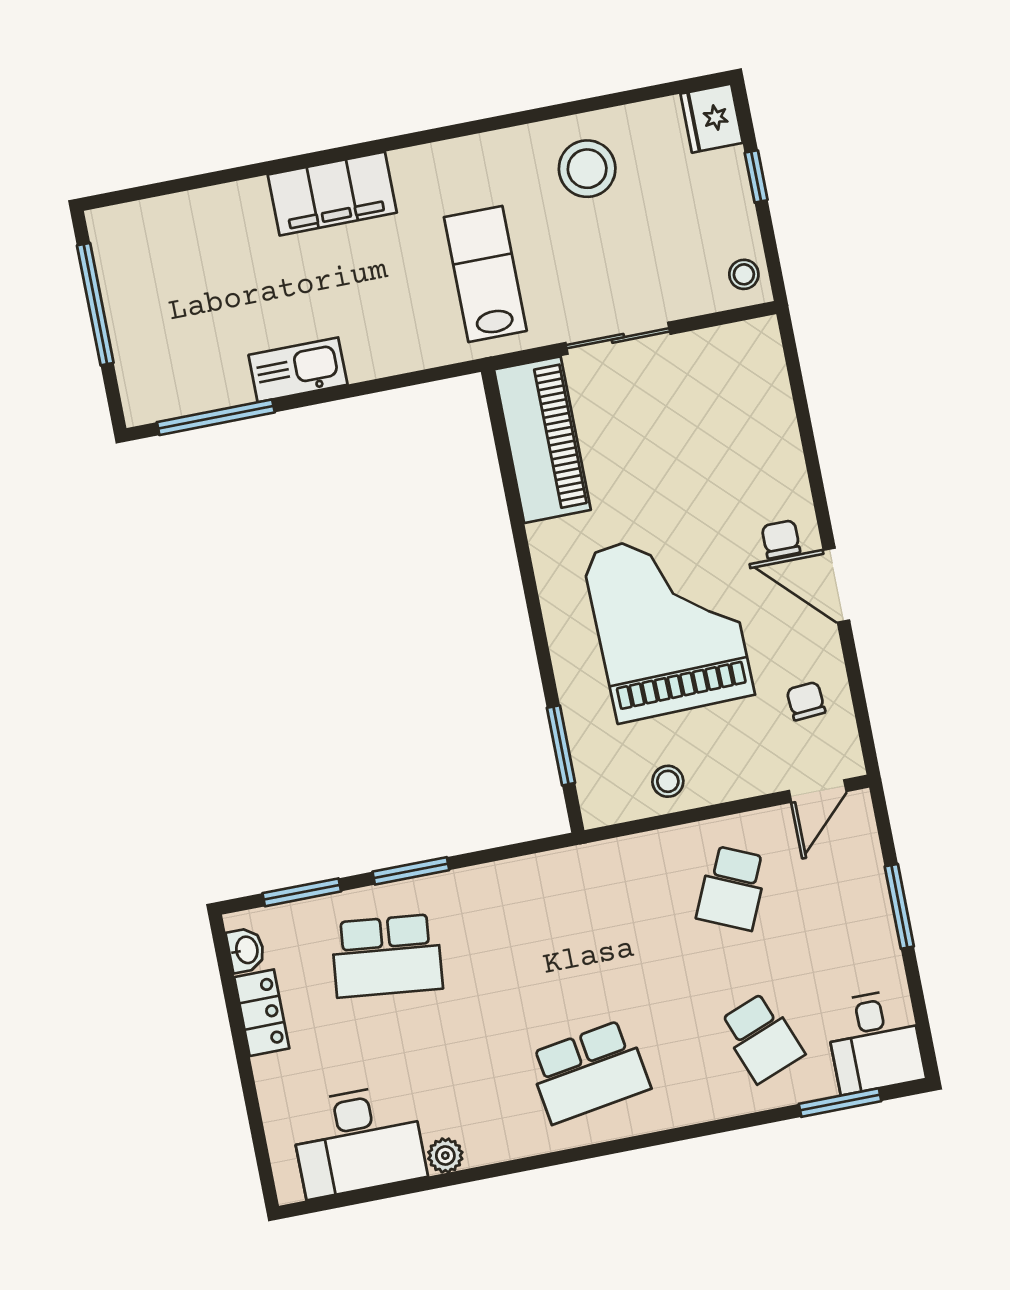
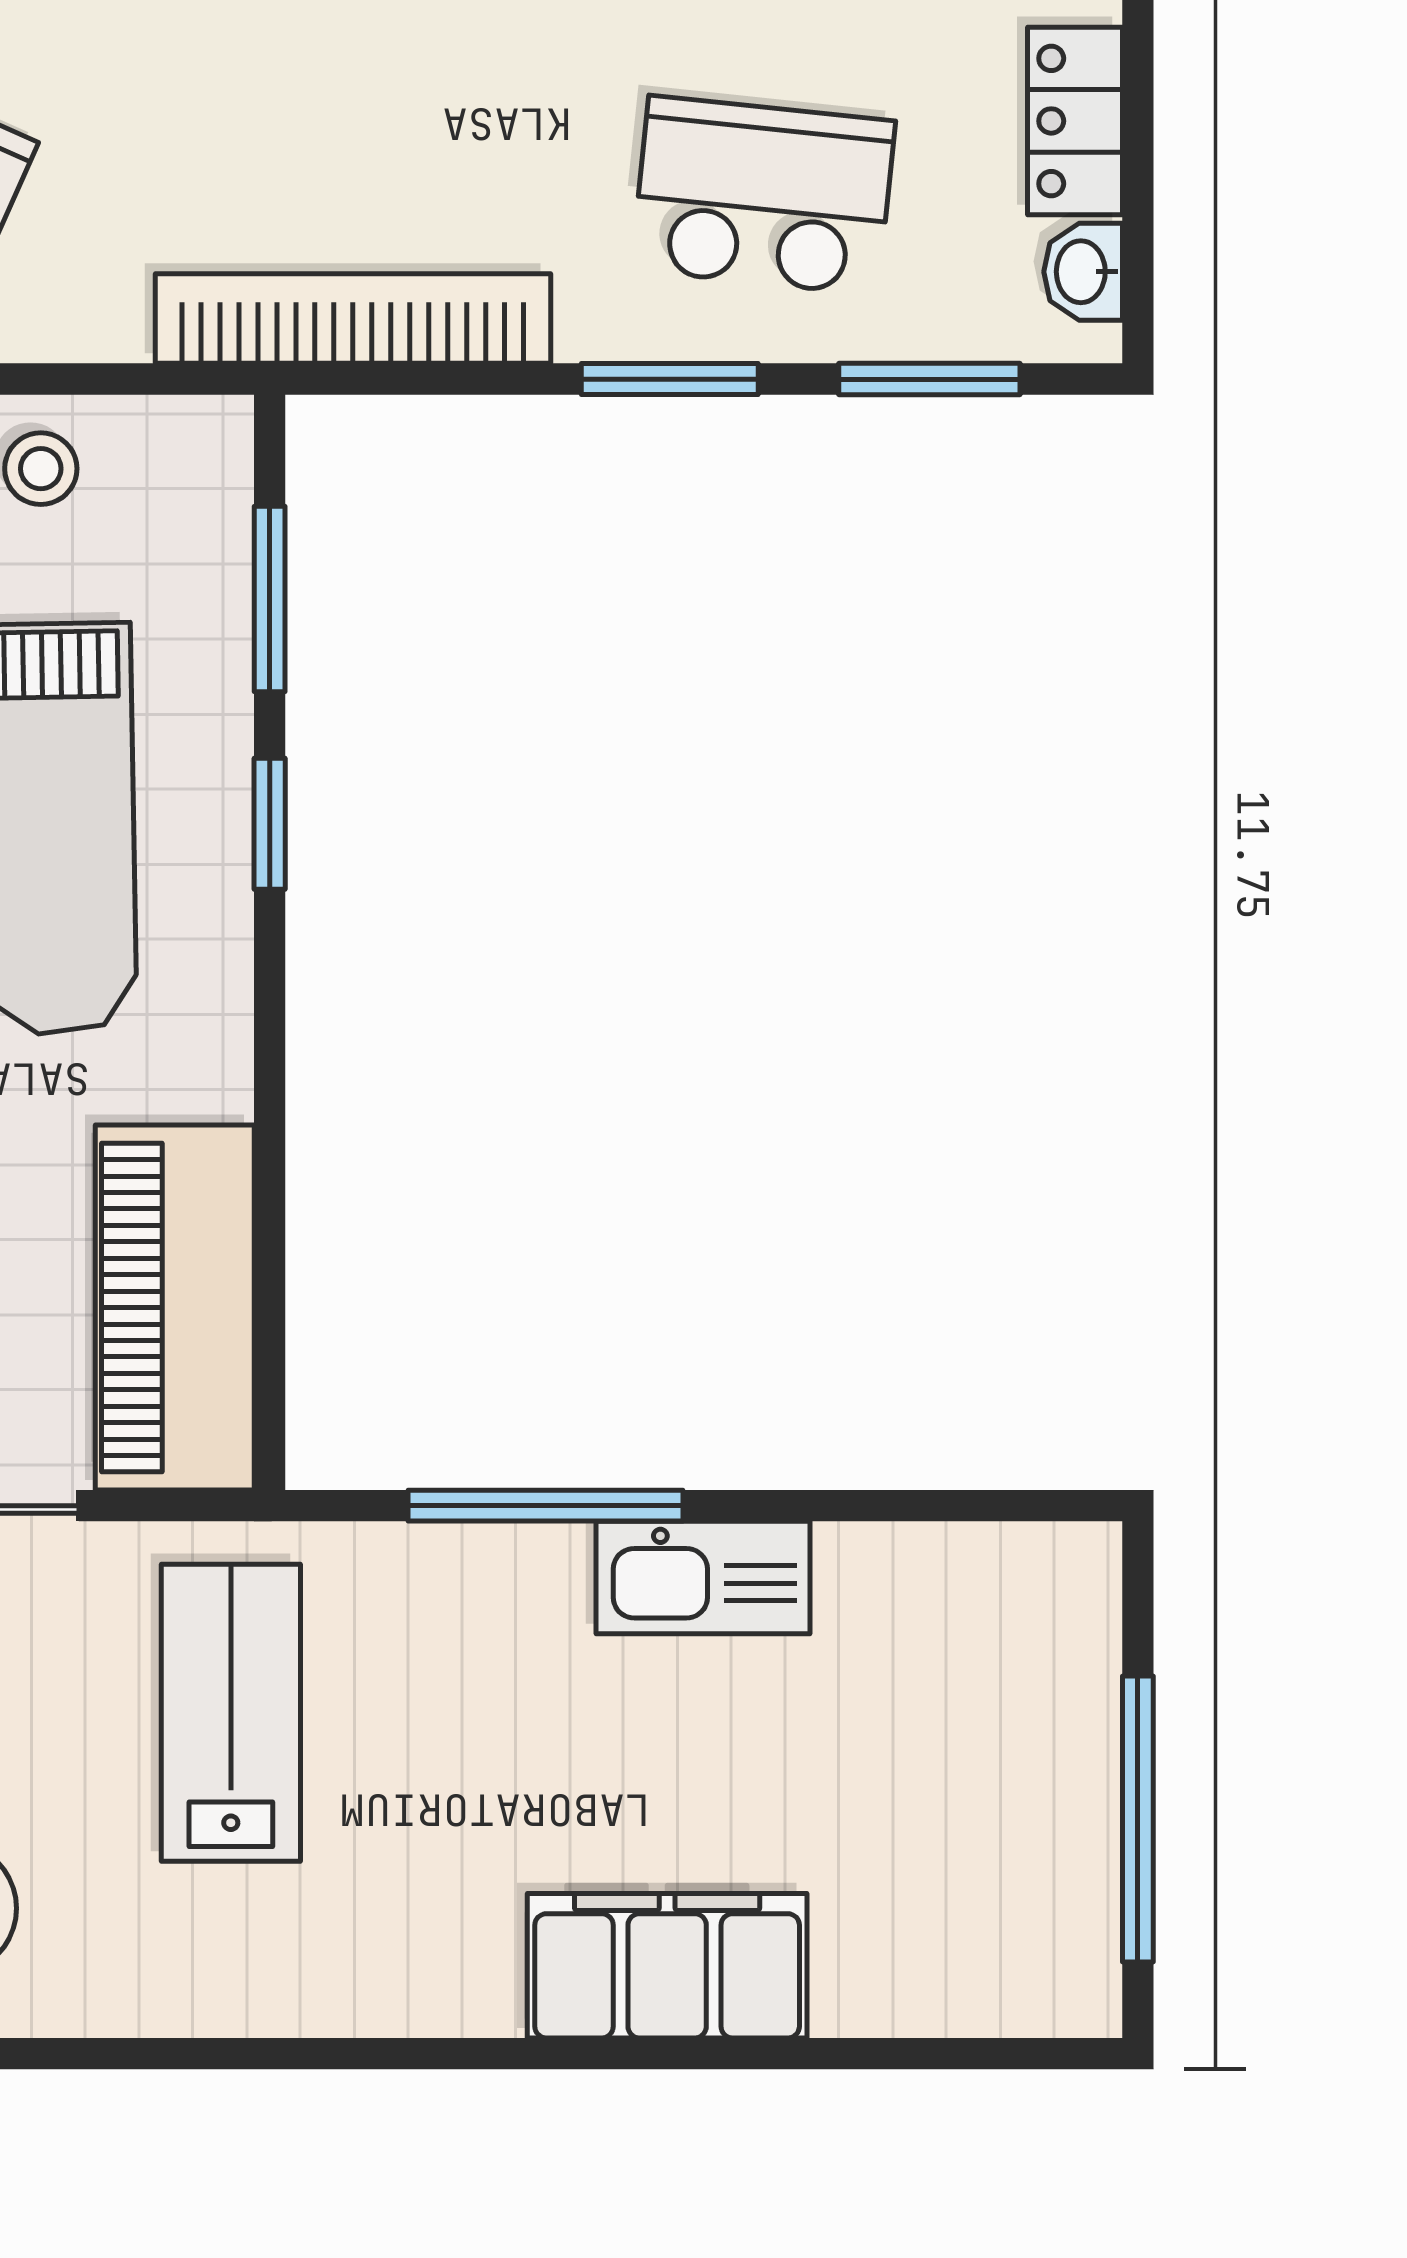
filing cabinet: (332, 194) -> (667, 1966), moved
lab bench: (485, 274) -> (231, 1713), turned 180
window: (216, 417) -> (546, 1506), moved
window: (542, 651) -> (270, 824), added
bookcase: (549, 870) -> (353, 319), added

